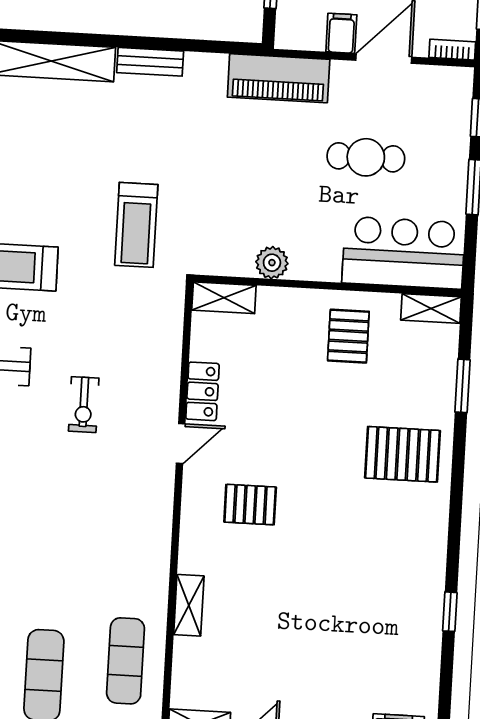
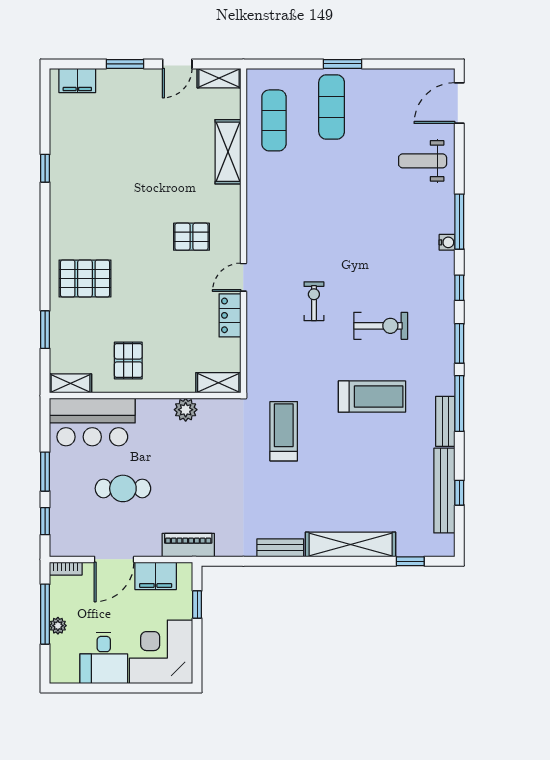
filing cabinet: (341, 33) -> (156, 576), width x2.00
piano: (279, 78) -> (188, 545), width x0.73, depth x0.75
shelving: (189, 605) -> (228, 152), width x1.50, depth x1.33

